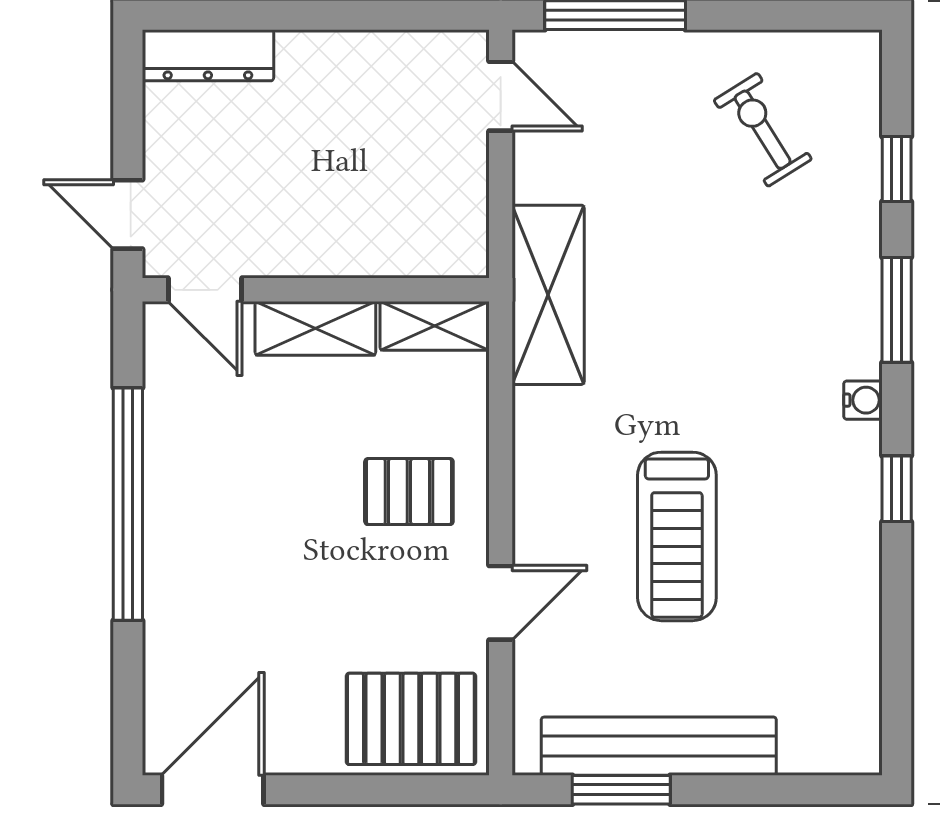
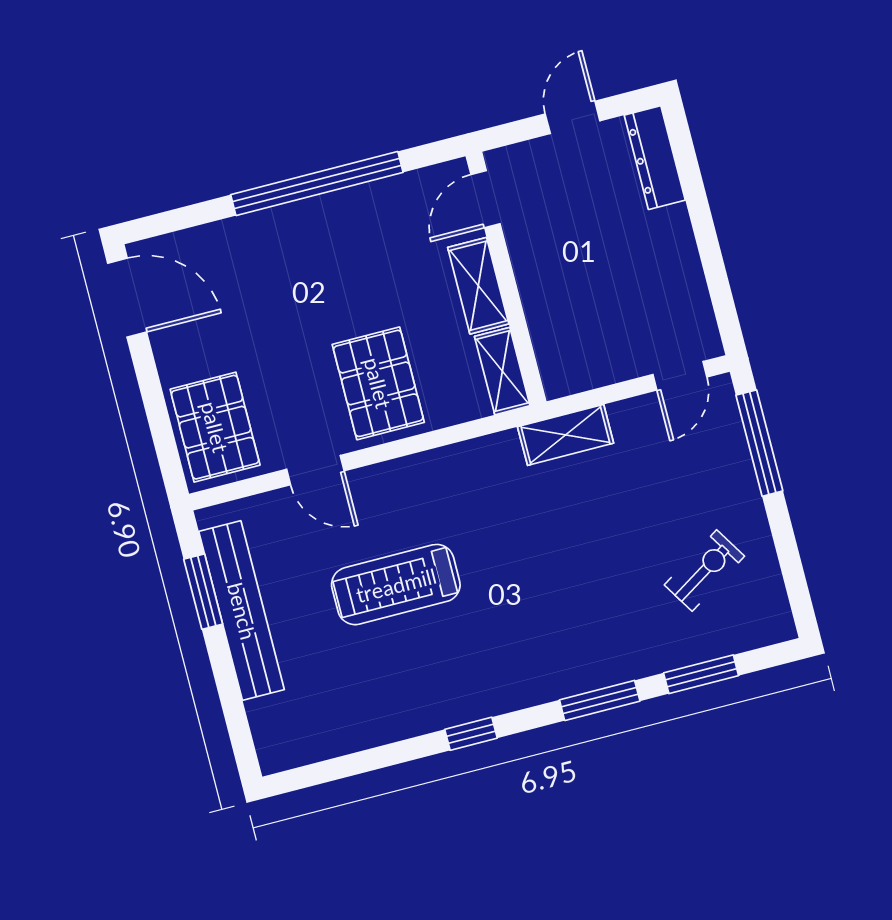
window: (897, 169) -> (701, 674), width x1.50
door: (128, 214) -> (573, 117), moved
shelving: (548, 295) -> (566, 435), width x0.67, depth x0.75
water cooler: (863, 400) -> (529, 693), removed
pallet: (409, 492) -> (378, 383), width x1.50, depth x1.42

